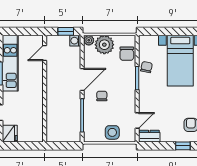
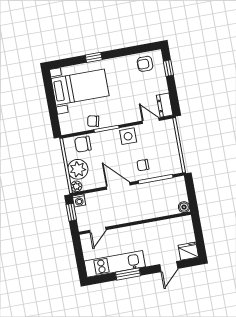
door: (45, 53) -> (98, 230), hinge flipped
chair: (127, 54) -> (83, 144), turned 180
chair: (102, 96) -> (143, 165), moved
side table: (112, 132) -> (128, 136), moved
boiler: (51, 137) -> (184, 207), added

